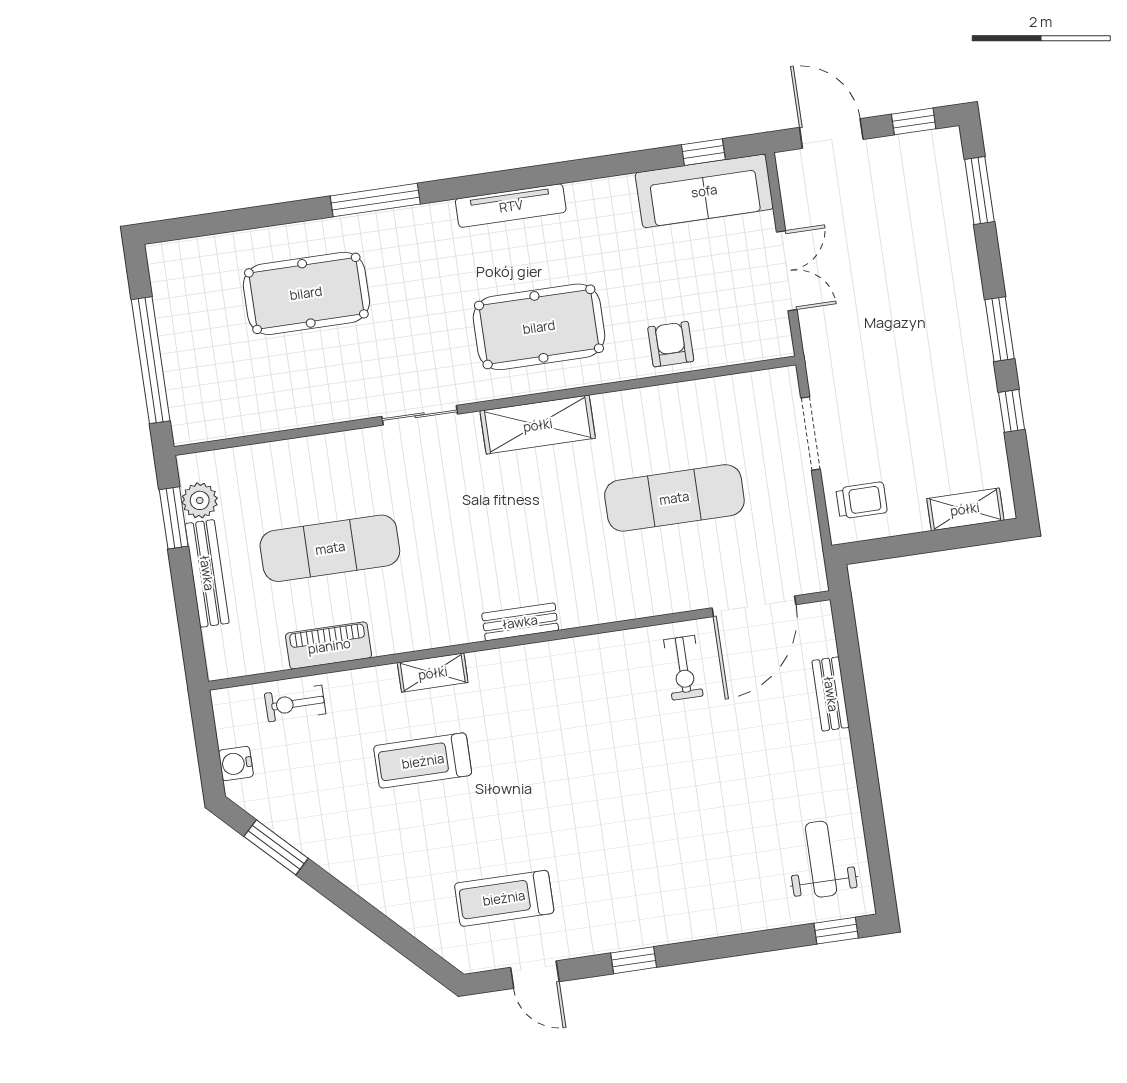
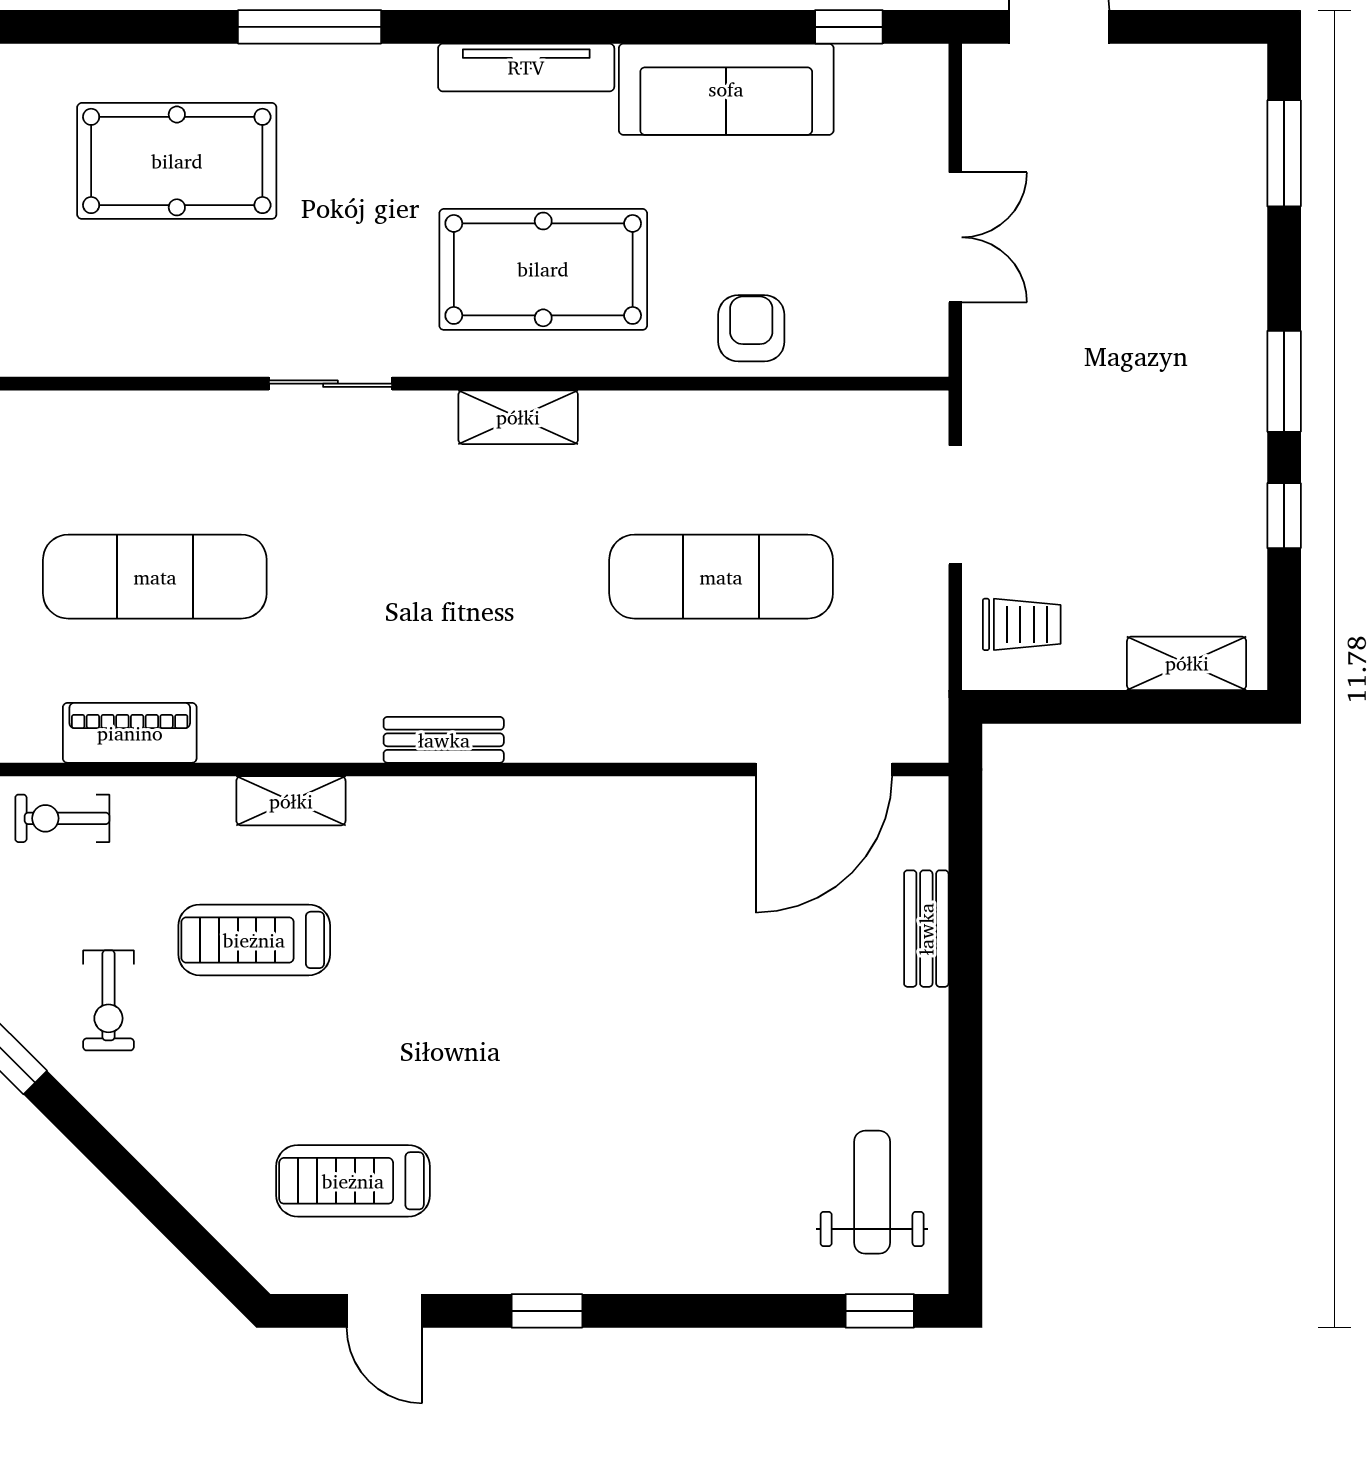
window: (914, 121) -> (1194, 27), removed
sofa: (704, 191) -> (726, 89), moved
shelving: (538, 425) -> (518, 417), width x0.67, depth x0.75
exercise bike: (683, 668) -> (108, 1000), moved

